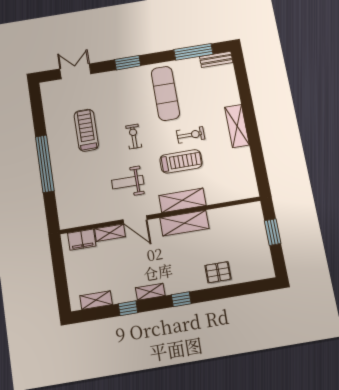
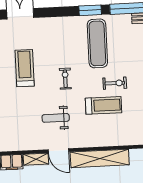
window: (128, 63) -> (90, 10), moved
shelving: (182, 200) -> (100, 139), removed
shelving: (184, 223) -> (100, 158), width x1.47

